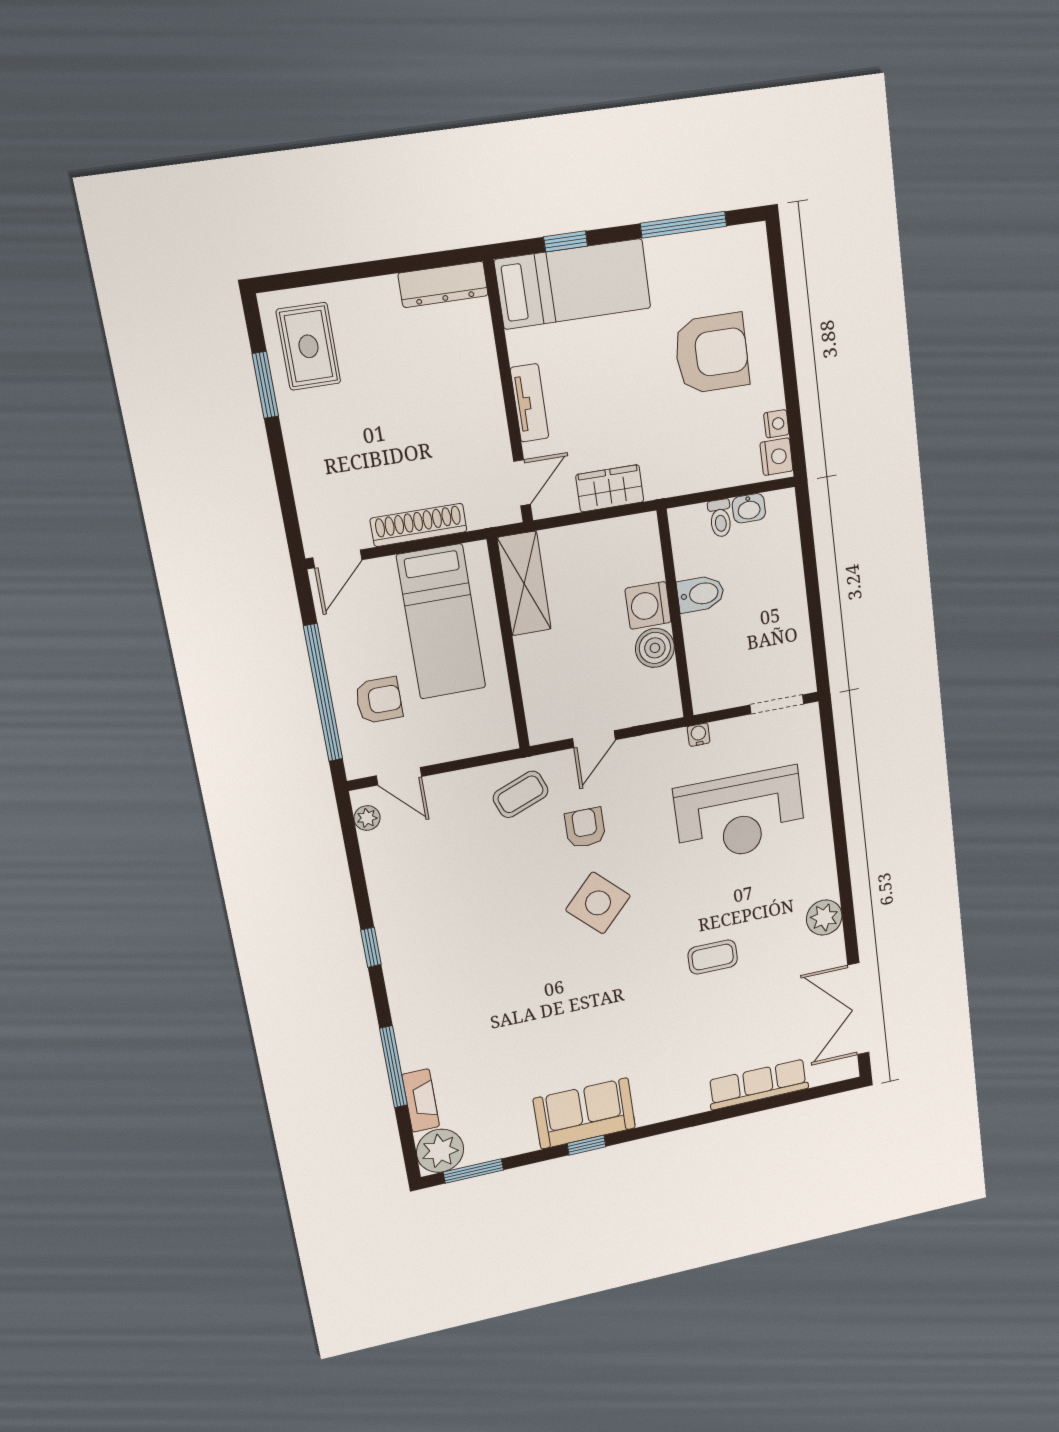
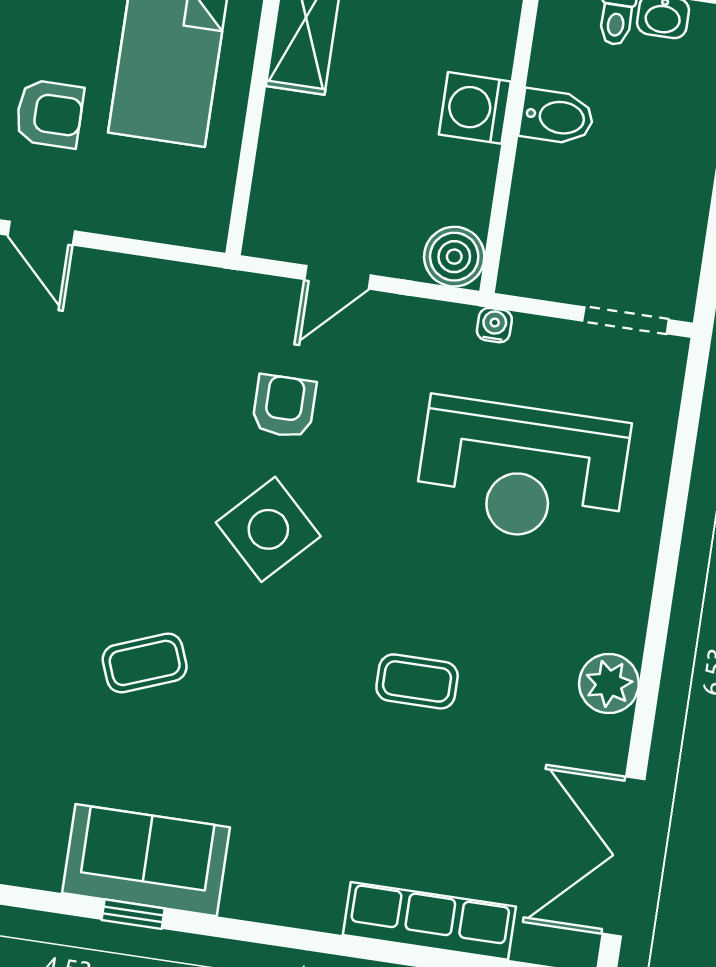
boiler: (655, 648) -> (454, 257), moved
coffee table: (521, 794) -> (145, 663), moved

